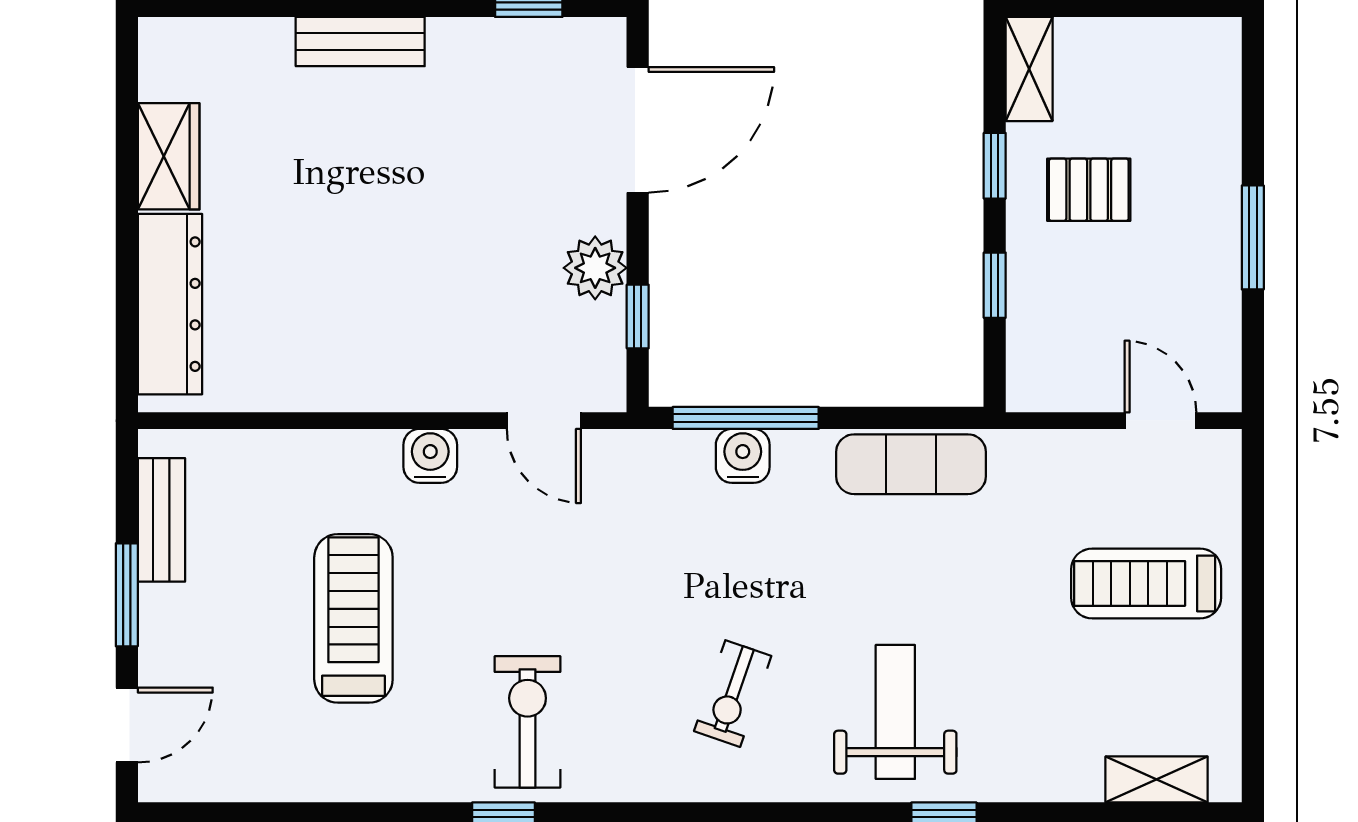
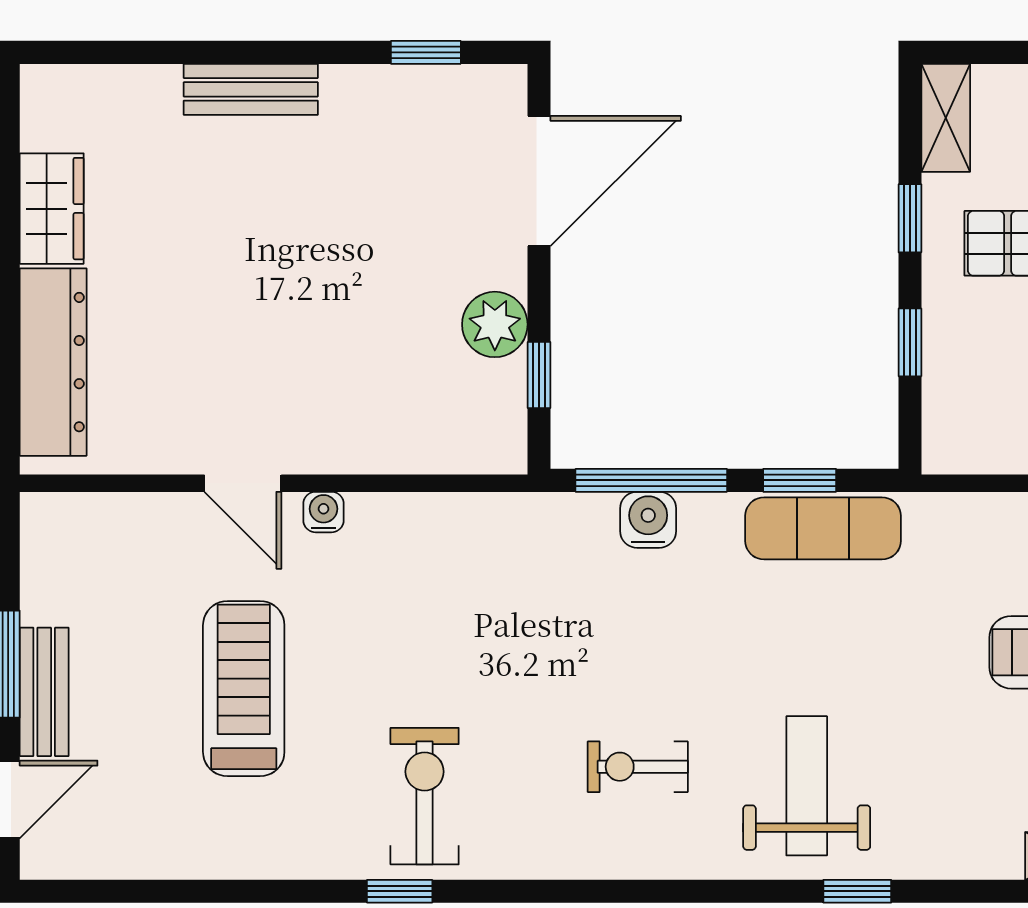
window: (889, 418) -> (800, 480), added
door: (544, 421) -> (243, 483), moved
water cooler: (430, 456) -> (323, 512), width x0.72, depth x0.72
bench: (161, 520) -> (44, 692), moved
exercise bike: (733, 694) -> (638, 767), turned 71

